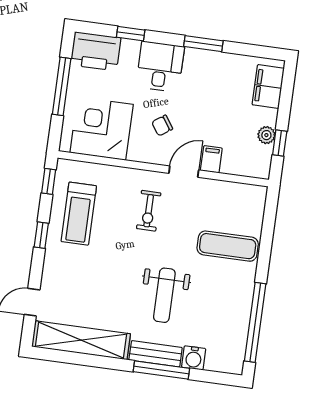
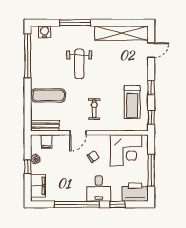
window: (203, 44) -> (77, 204), width x2.11
window: (280, 143) -> (28, 167), moved
filing cabinet: (211, 159) -> (46, 142), moved
treadmill: (79, 214) -> (132, 102), turned 180
weight bench: (164, 295) -> (79, 64), turned 180
bench: (156, 354) -> (45, 126), moved
water cooler: (194, 358) -> (45, 32), moved

